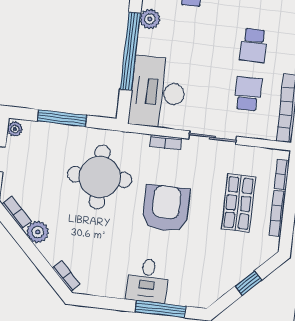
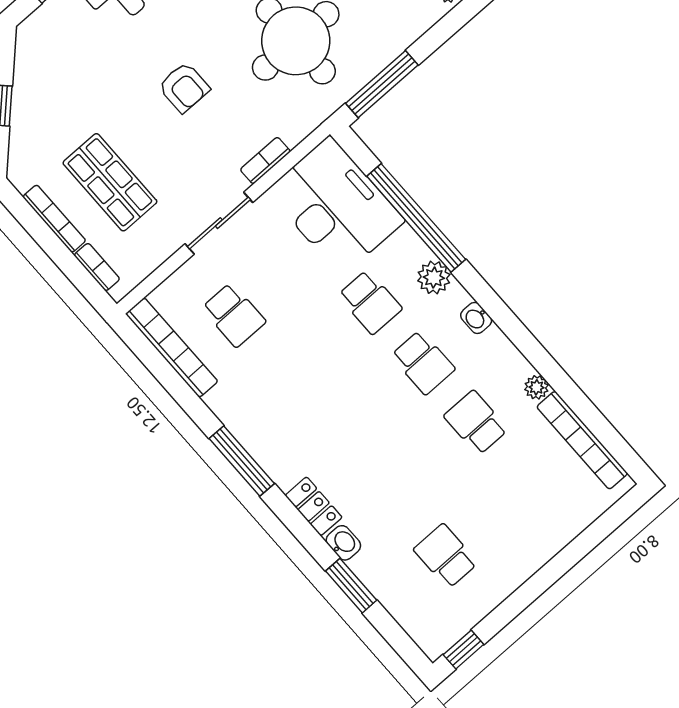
school desk: (253, 45) -> (370, 302), moved, turned 180
window: (62, 118) -> (382, 84), moved
armchair: (166, 208) -> (184, 87), width x0.53, depth x0.53

